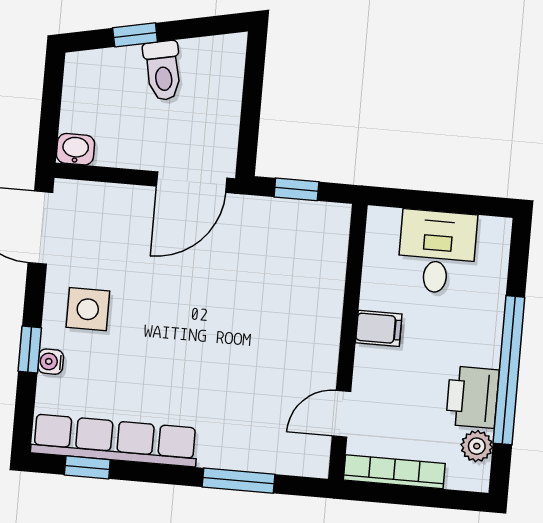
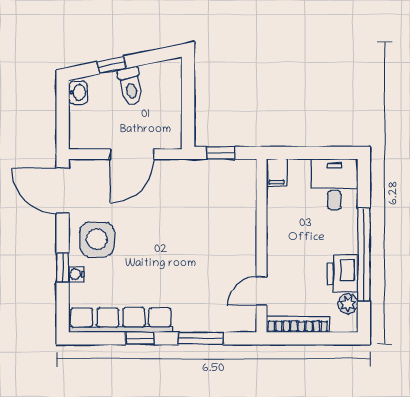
washbasin: (75, 149) -> (78, 93), moved, turned 90
door: (192, 182) -> (132, 154), moved
desk: (437, 252) -> (334, 184), moved
side table: (88, 309) -> (97, 239), width x1.37, depth x1.37
filing cabinet: (379, 328) -> (277, 173), moved, turned 90
window: (87, 467) -> (140, 338), moved

